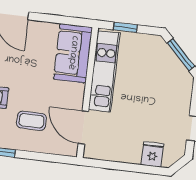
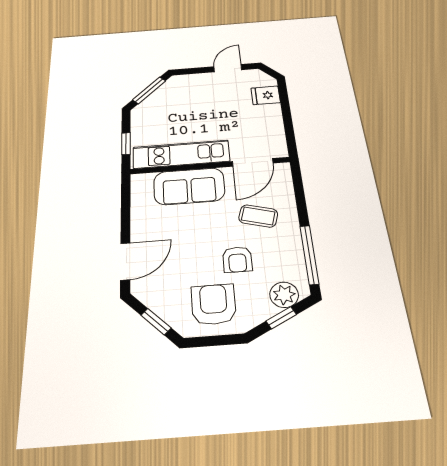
sofa: (73, 53) -> (189, 186), moved
coffee table: (32, 121) -> (258, 216), turned -74

